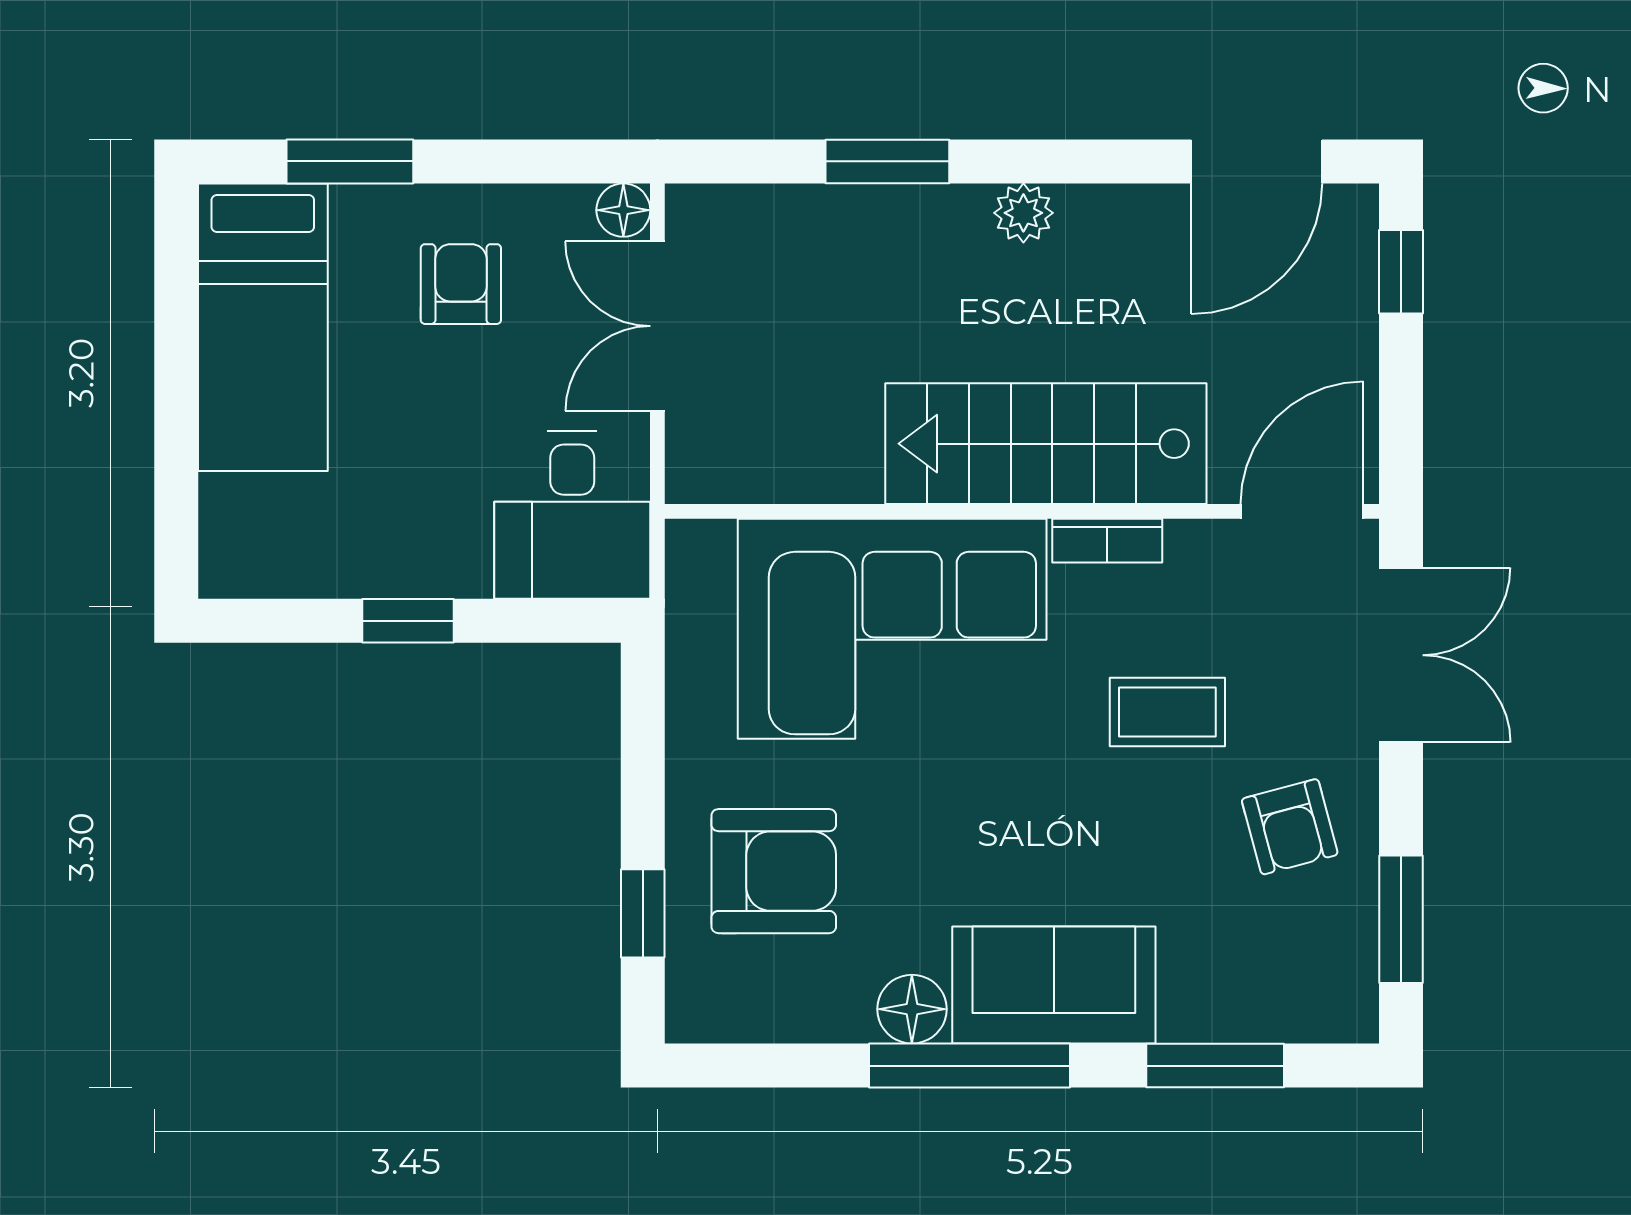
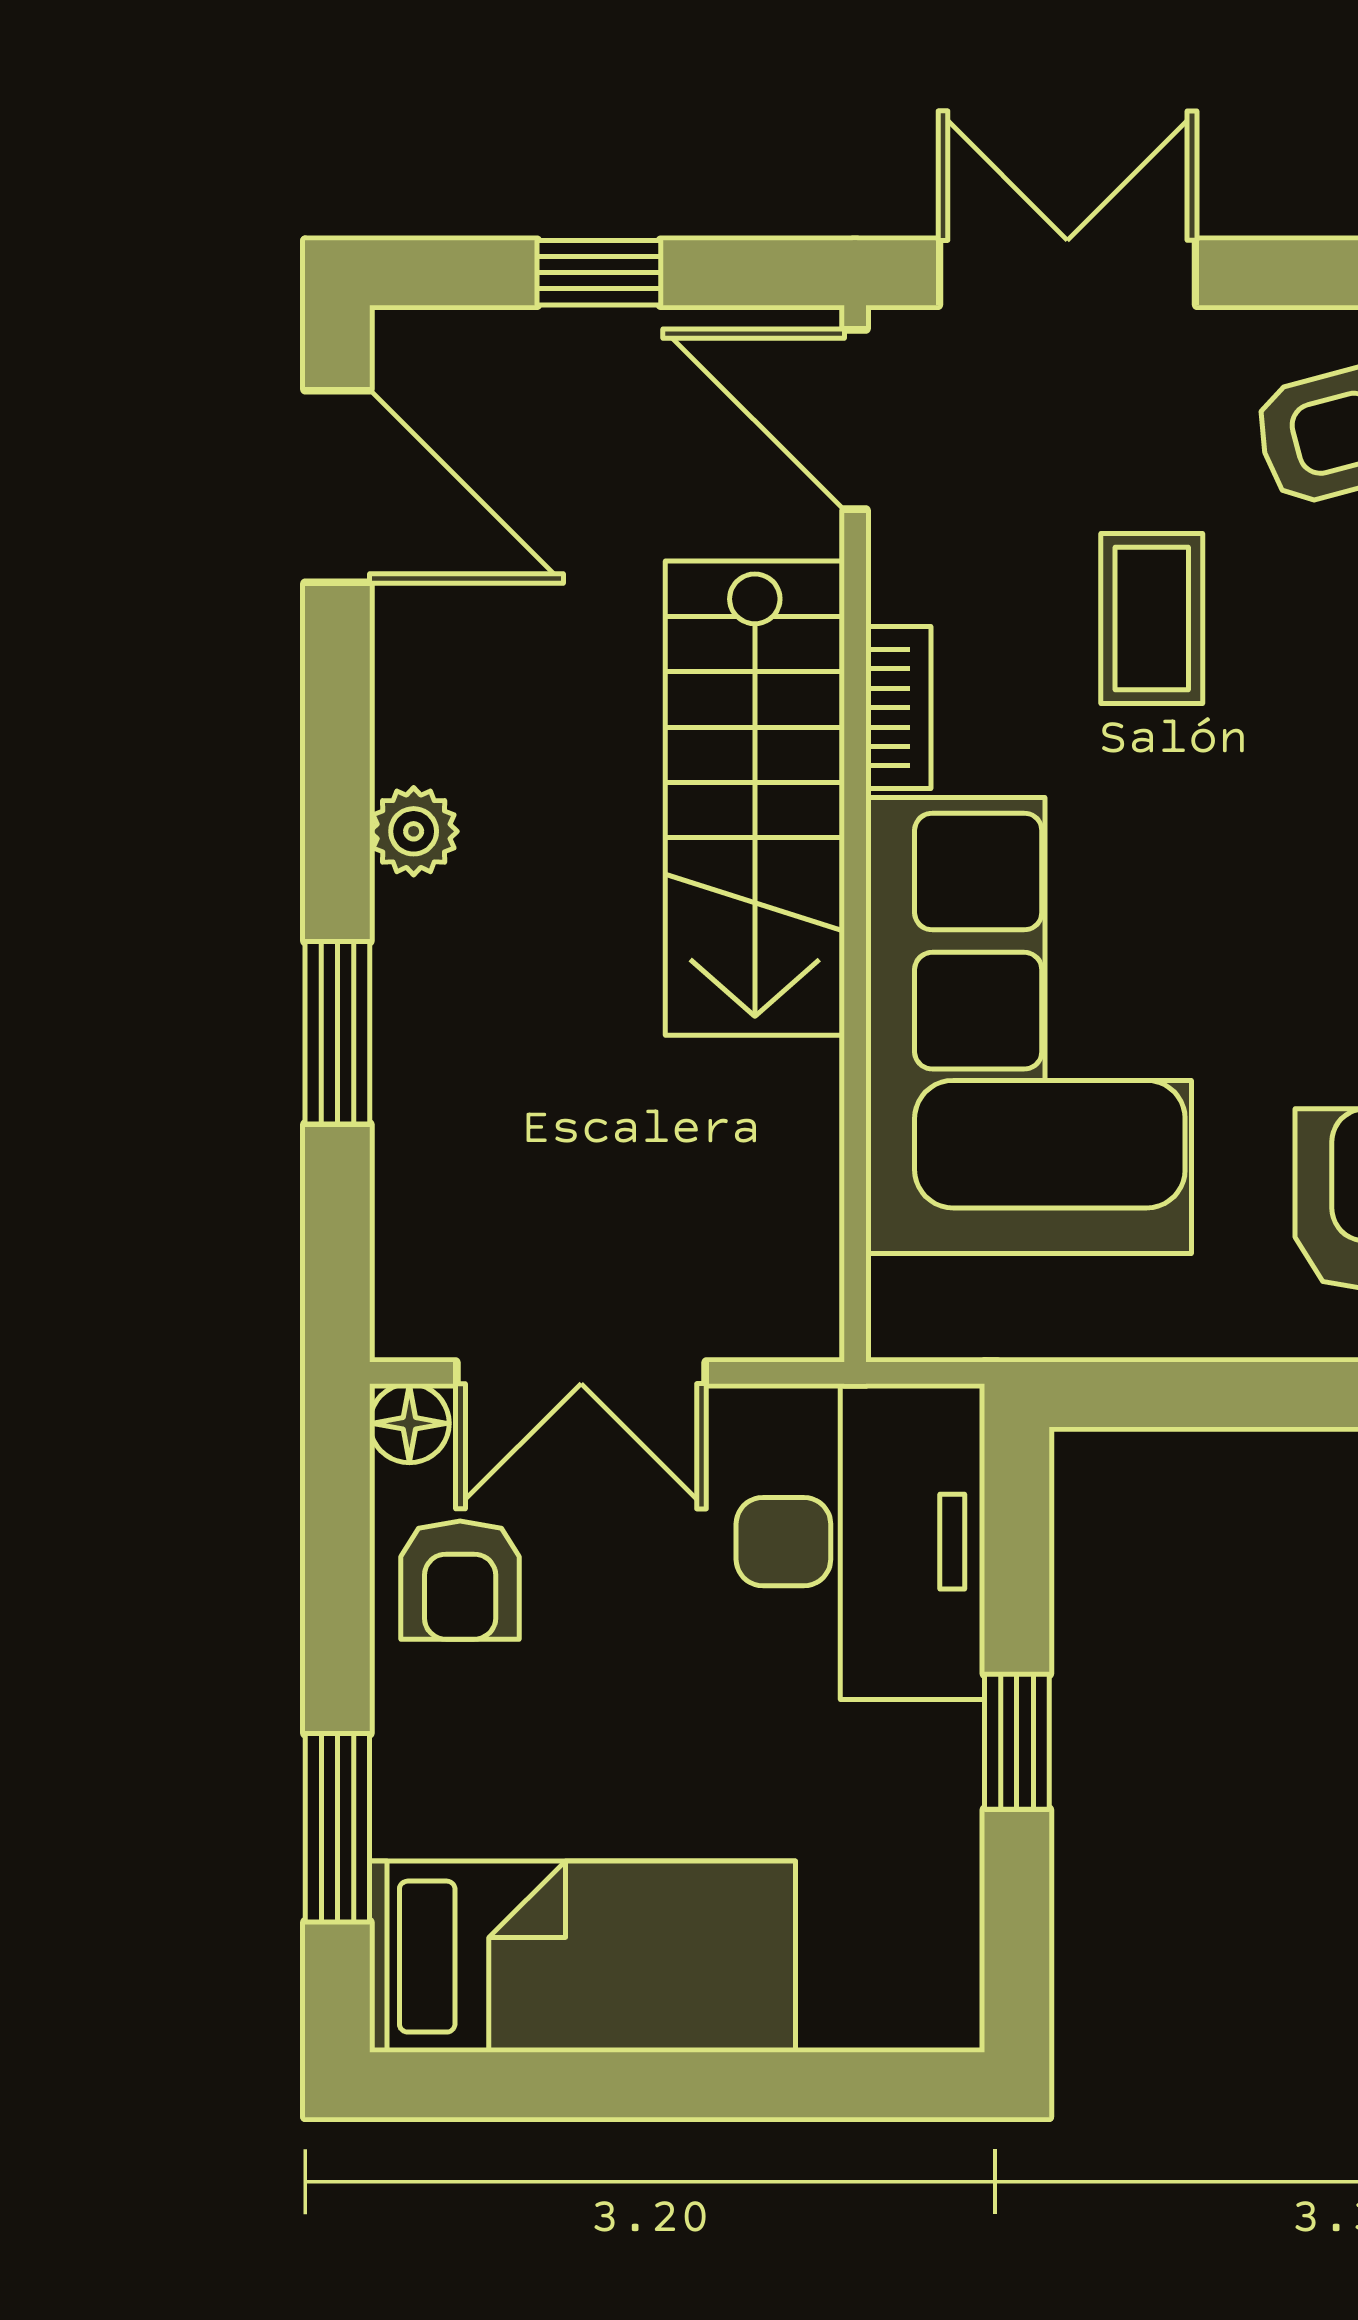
window: (1401, 272) -> (599, 273), moved
armchair: (461, 284) -> (460, 1580), moved, turned -90
desk: (572, 515) -> (860, 1542), width x1.37

